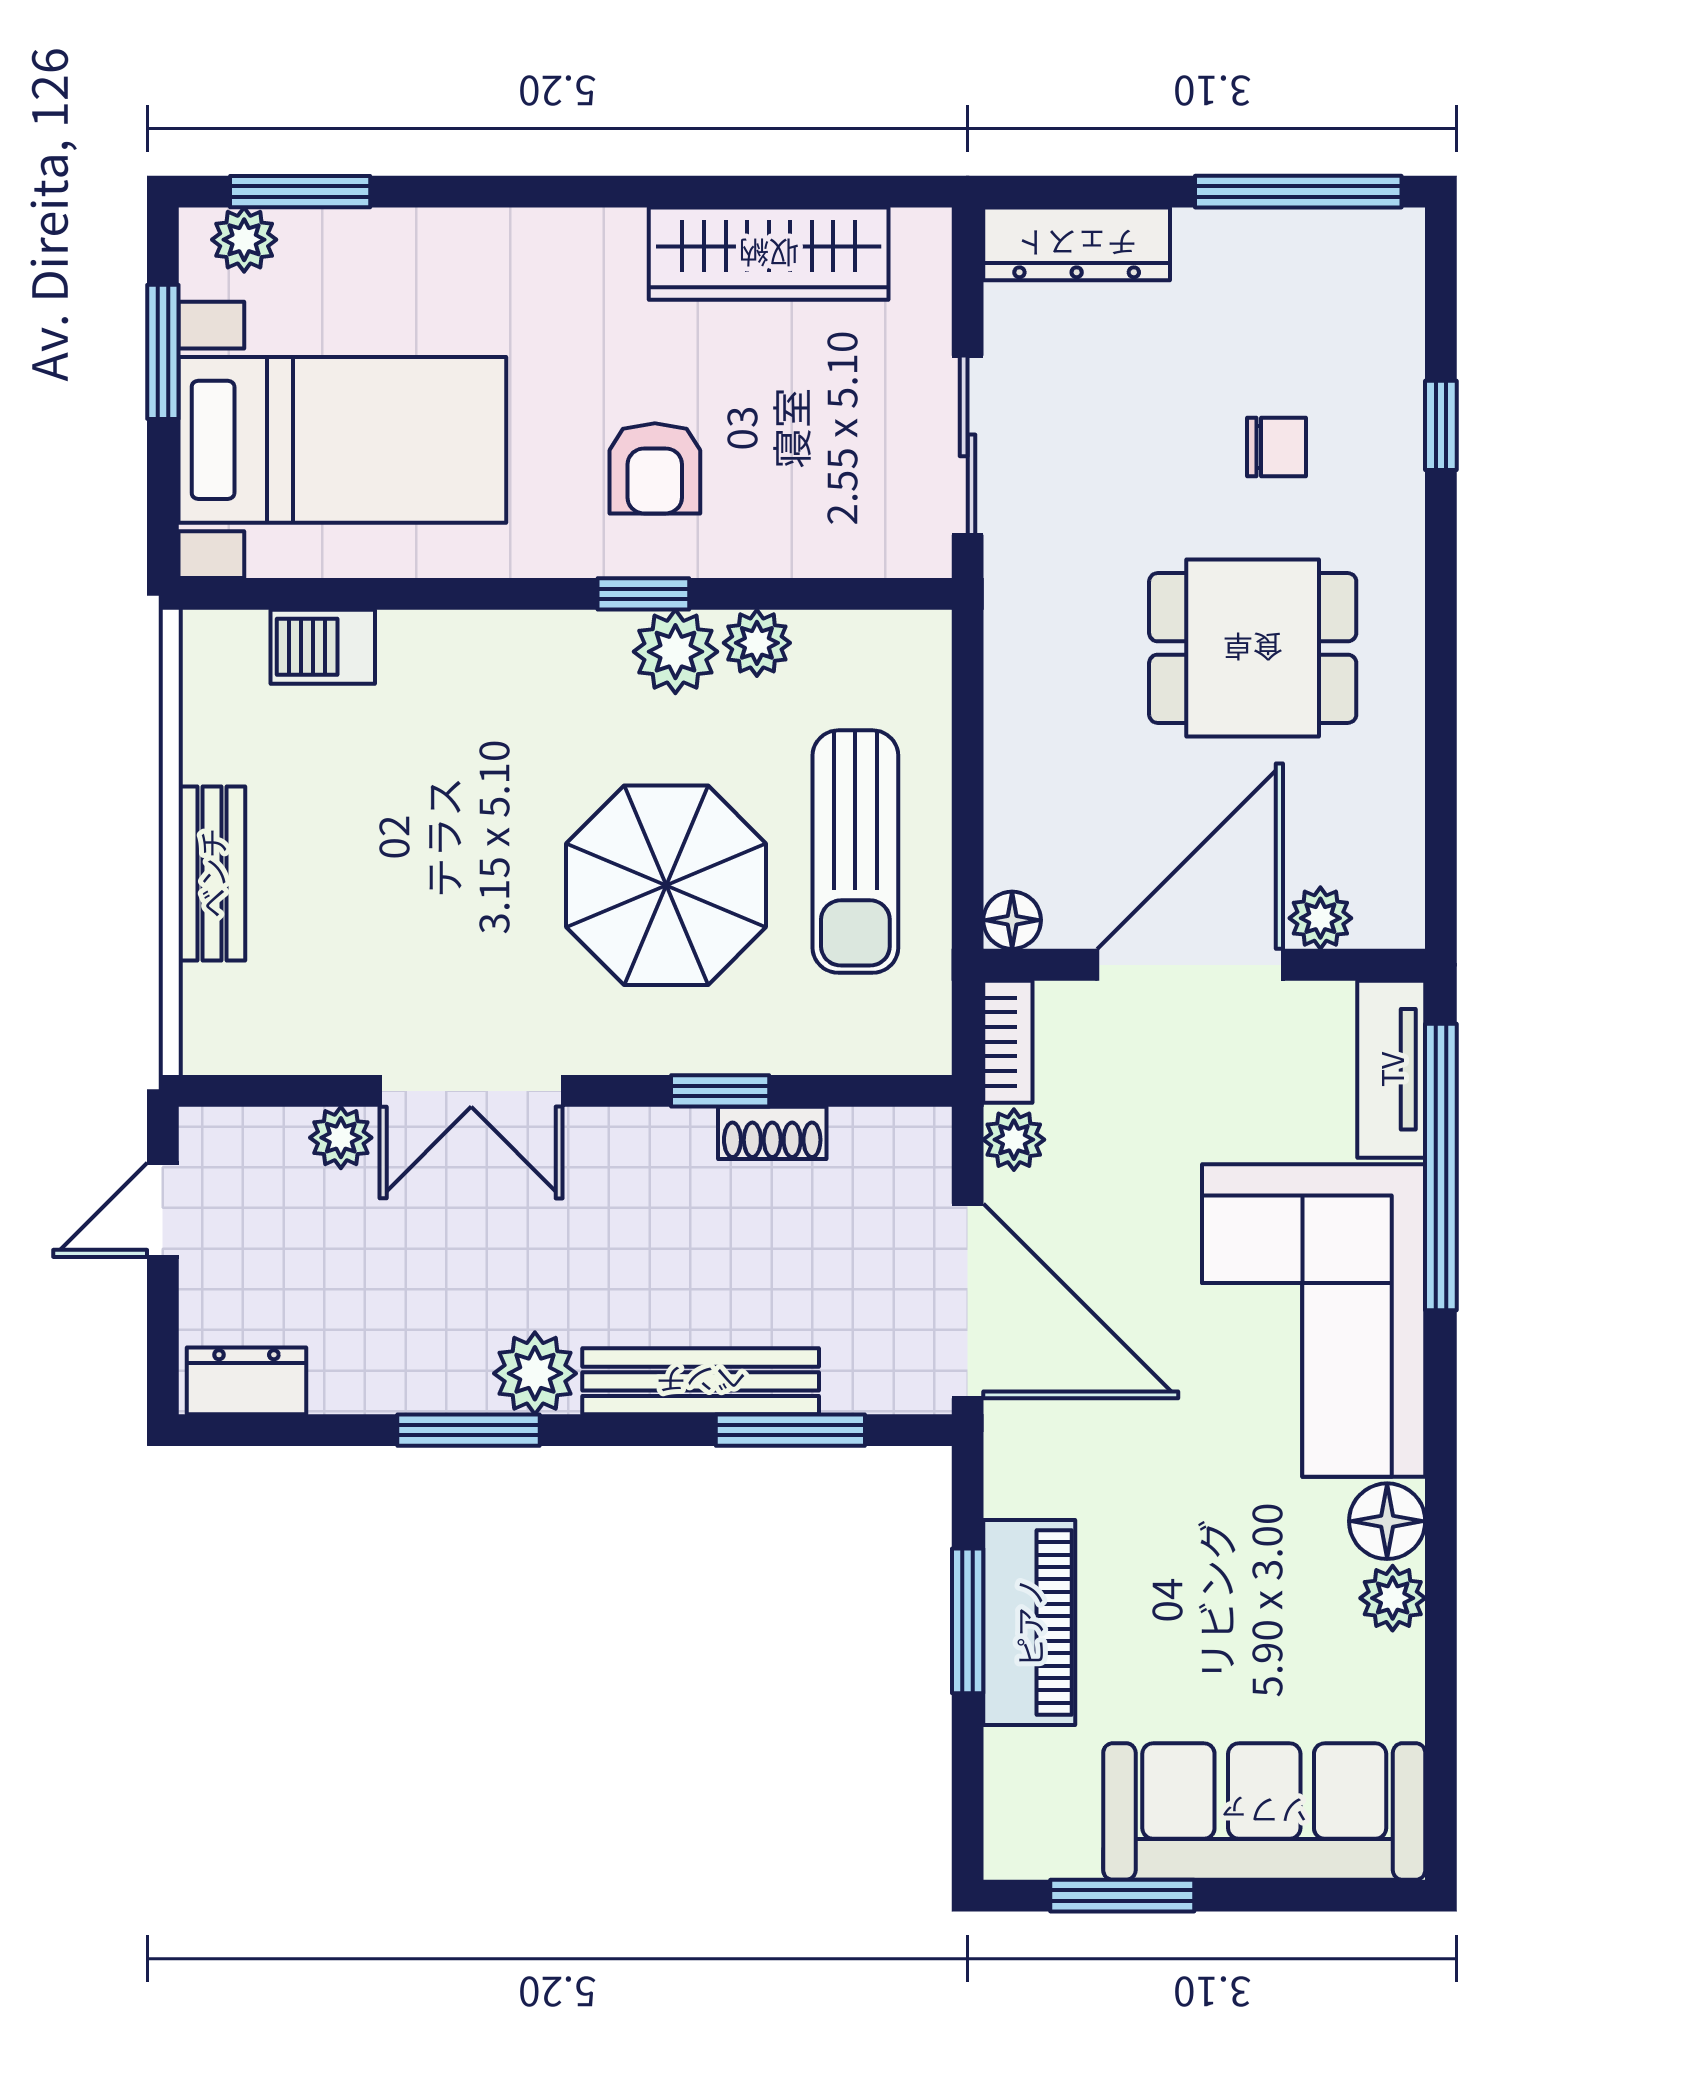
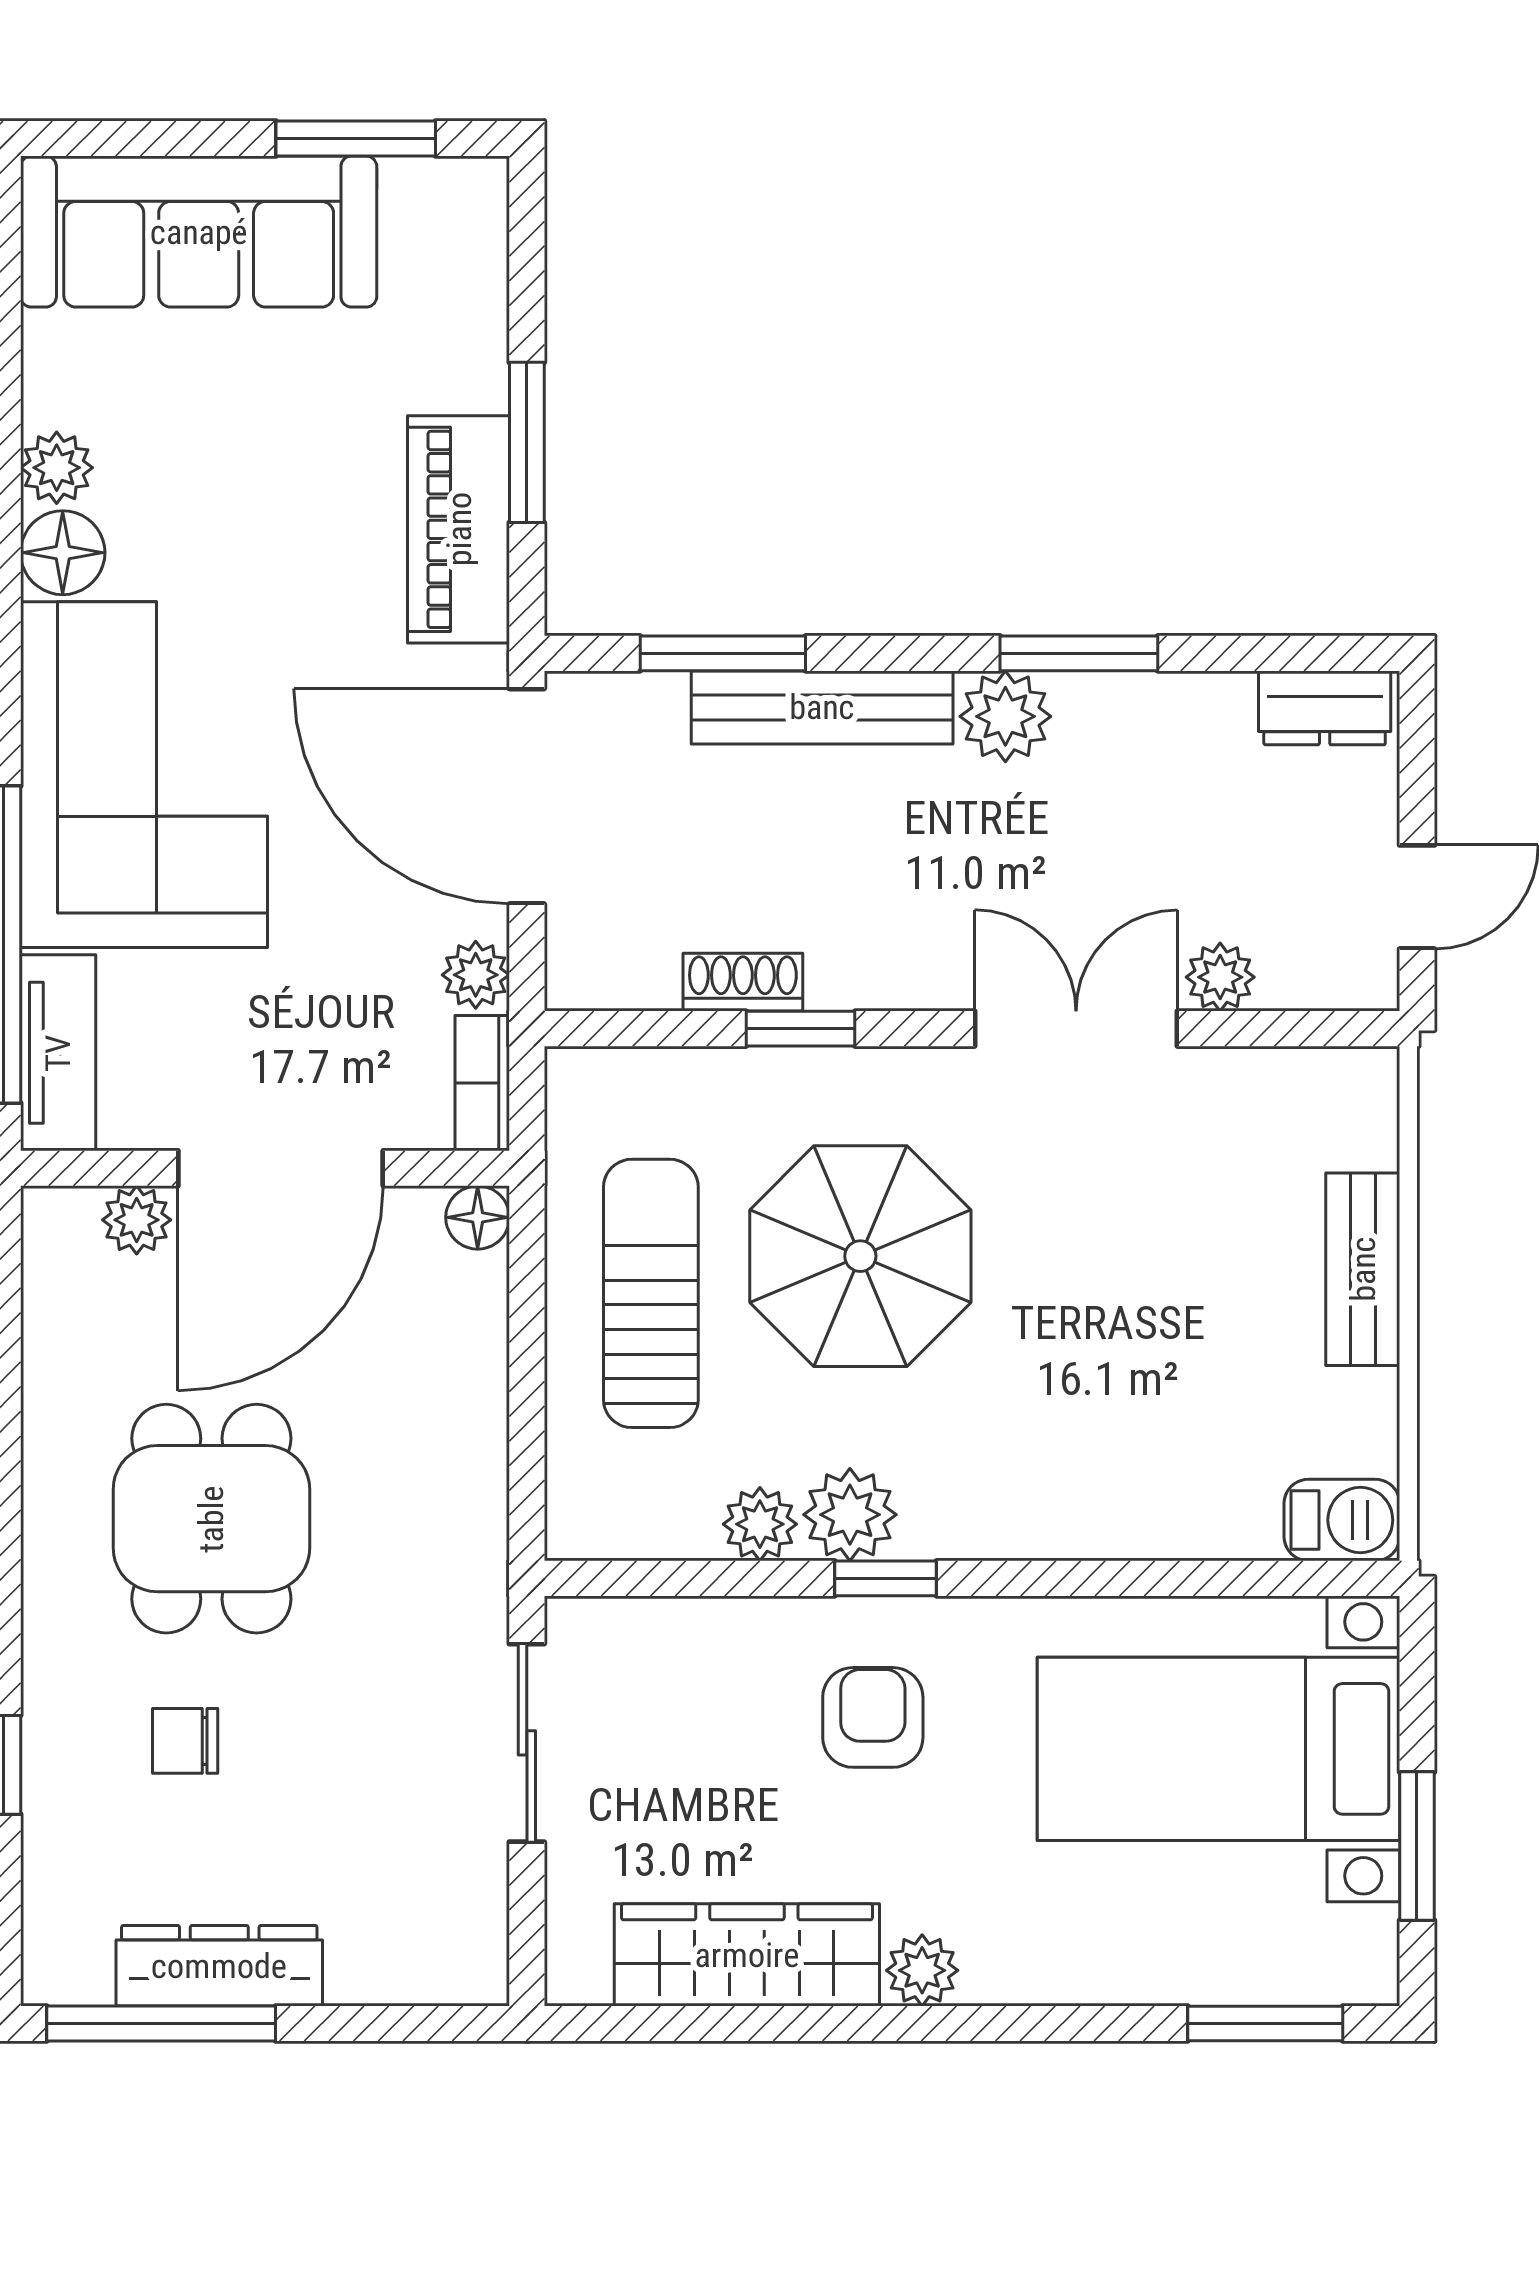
plant: (244, 240) -> (922, 1970), moved
dresser: (1077, 244) -> (219, 1966), moved
barbecue: (323, 647) -> (1342, 1520), moved
dining table: (1253, 648) -> (211, 1519), turned 90
piano: (1029, 1622) -> (459, 529), moved

